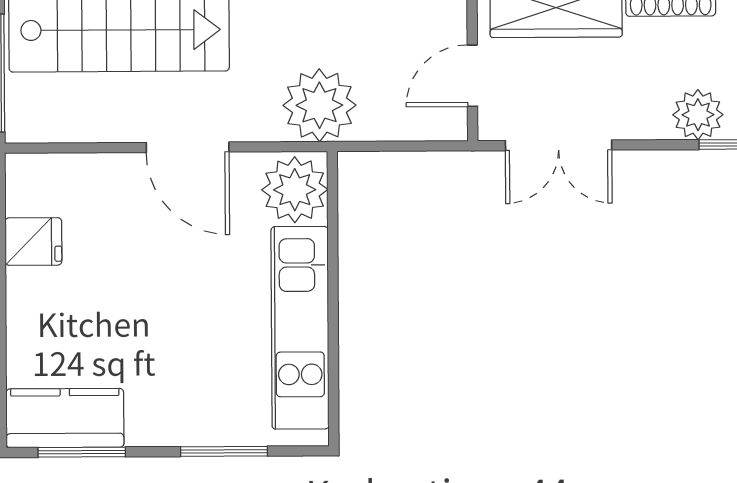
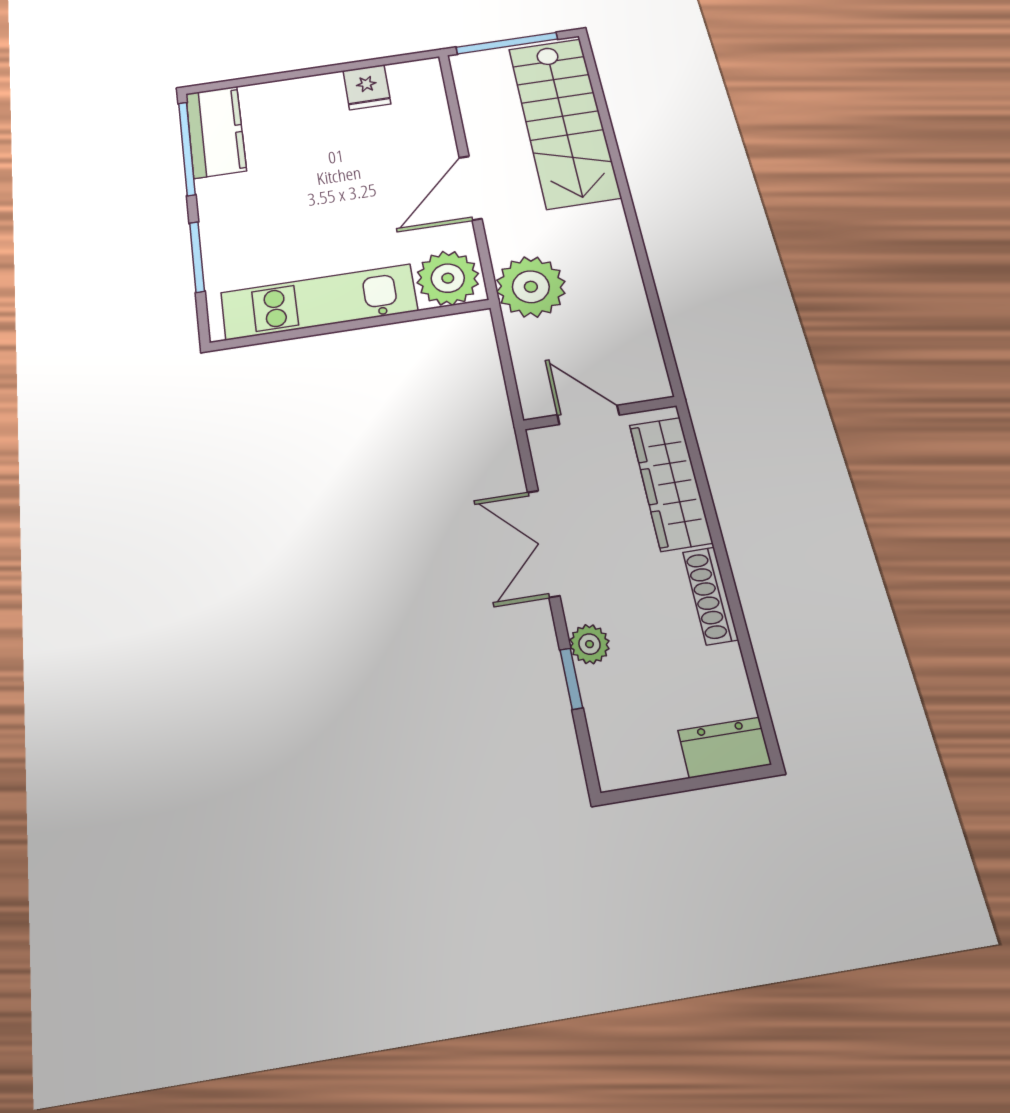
plant: (698, 115) -> (590, 644), width x0.73, depth x0.73
double door: (559, 145) -> (543, 543), moved
window: (82, 452) -> (187, 148), width x1.44

